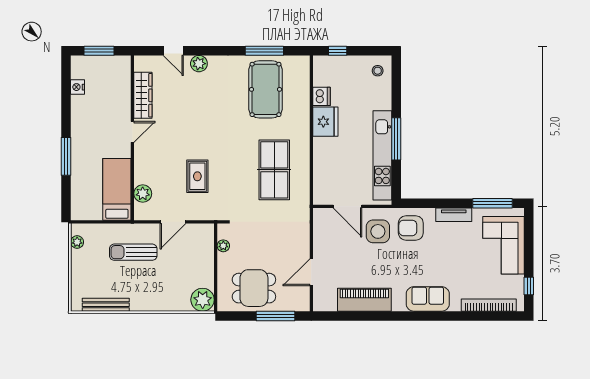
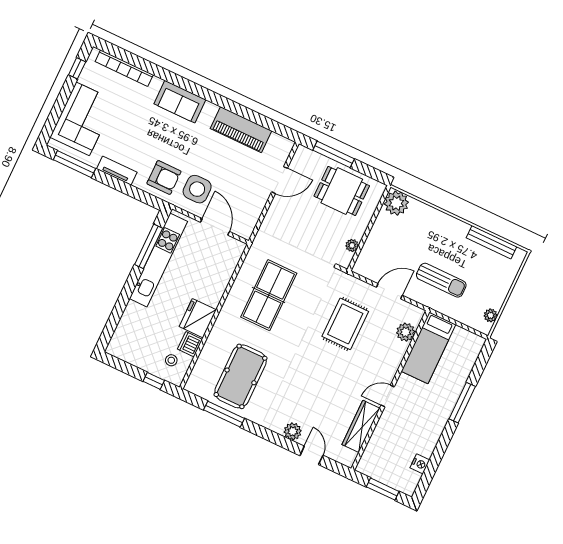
stool: (378, 71) -> (171, 360), moved
window: (396, 139) -> (149, 246), moved
rug: (197, 176) -> (345, 324), width x1.36, depth x1.43

